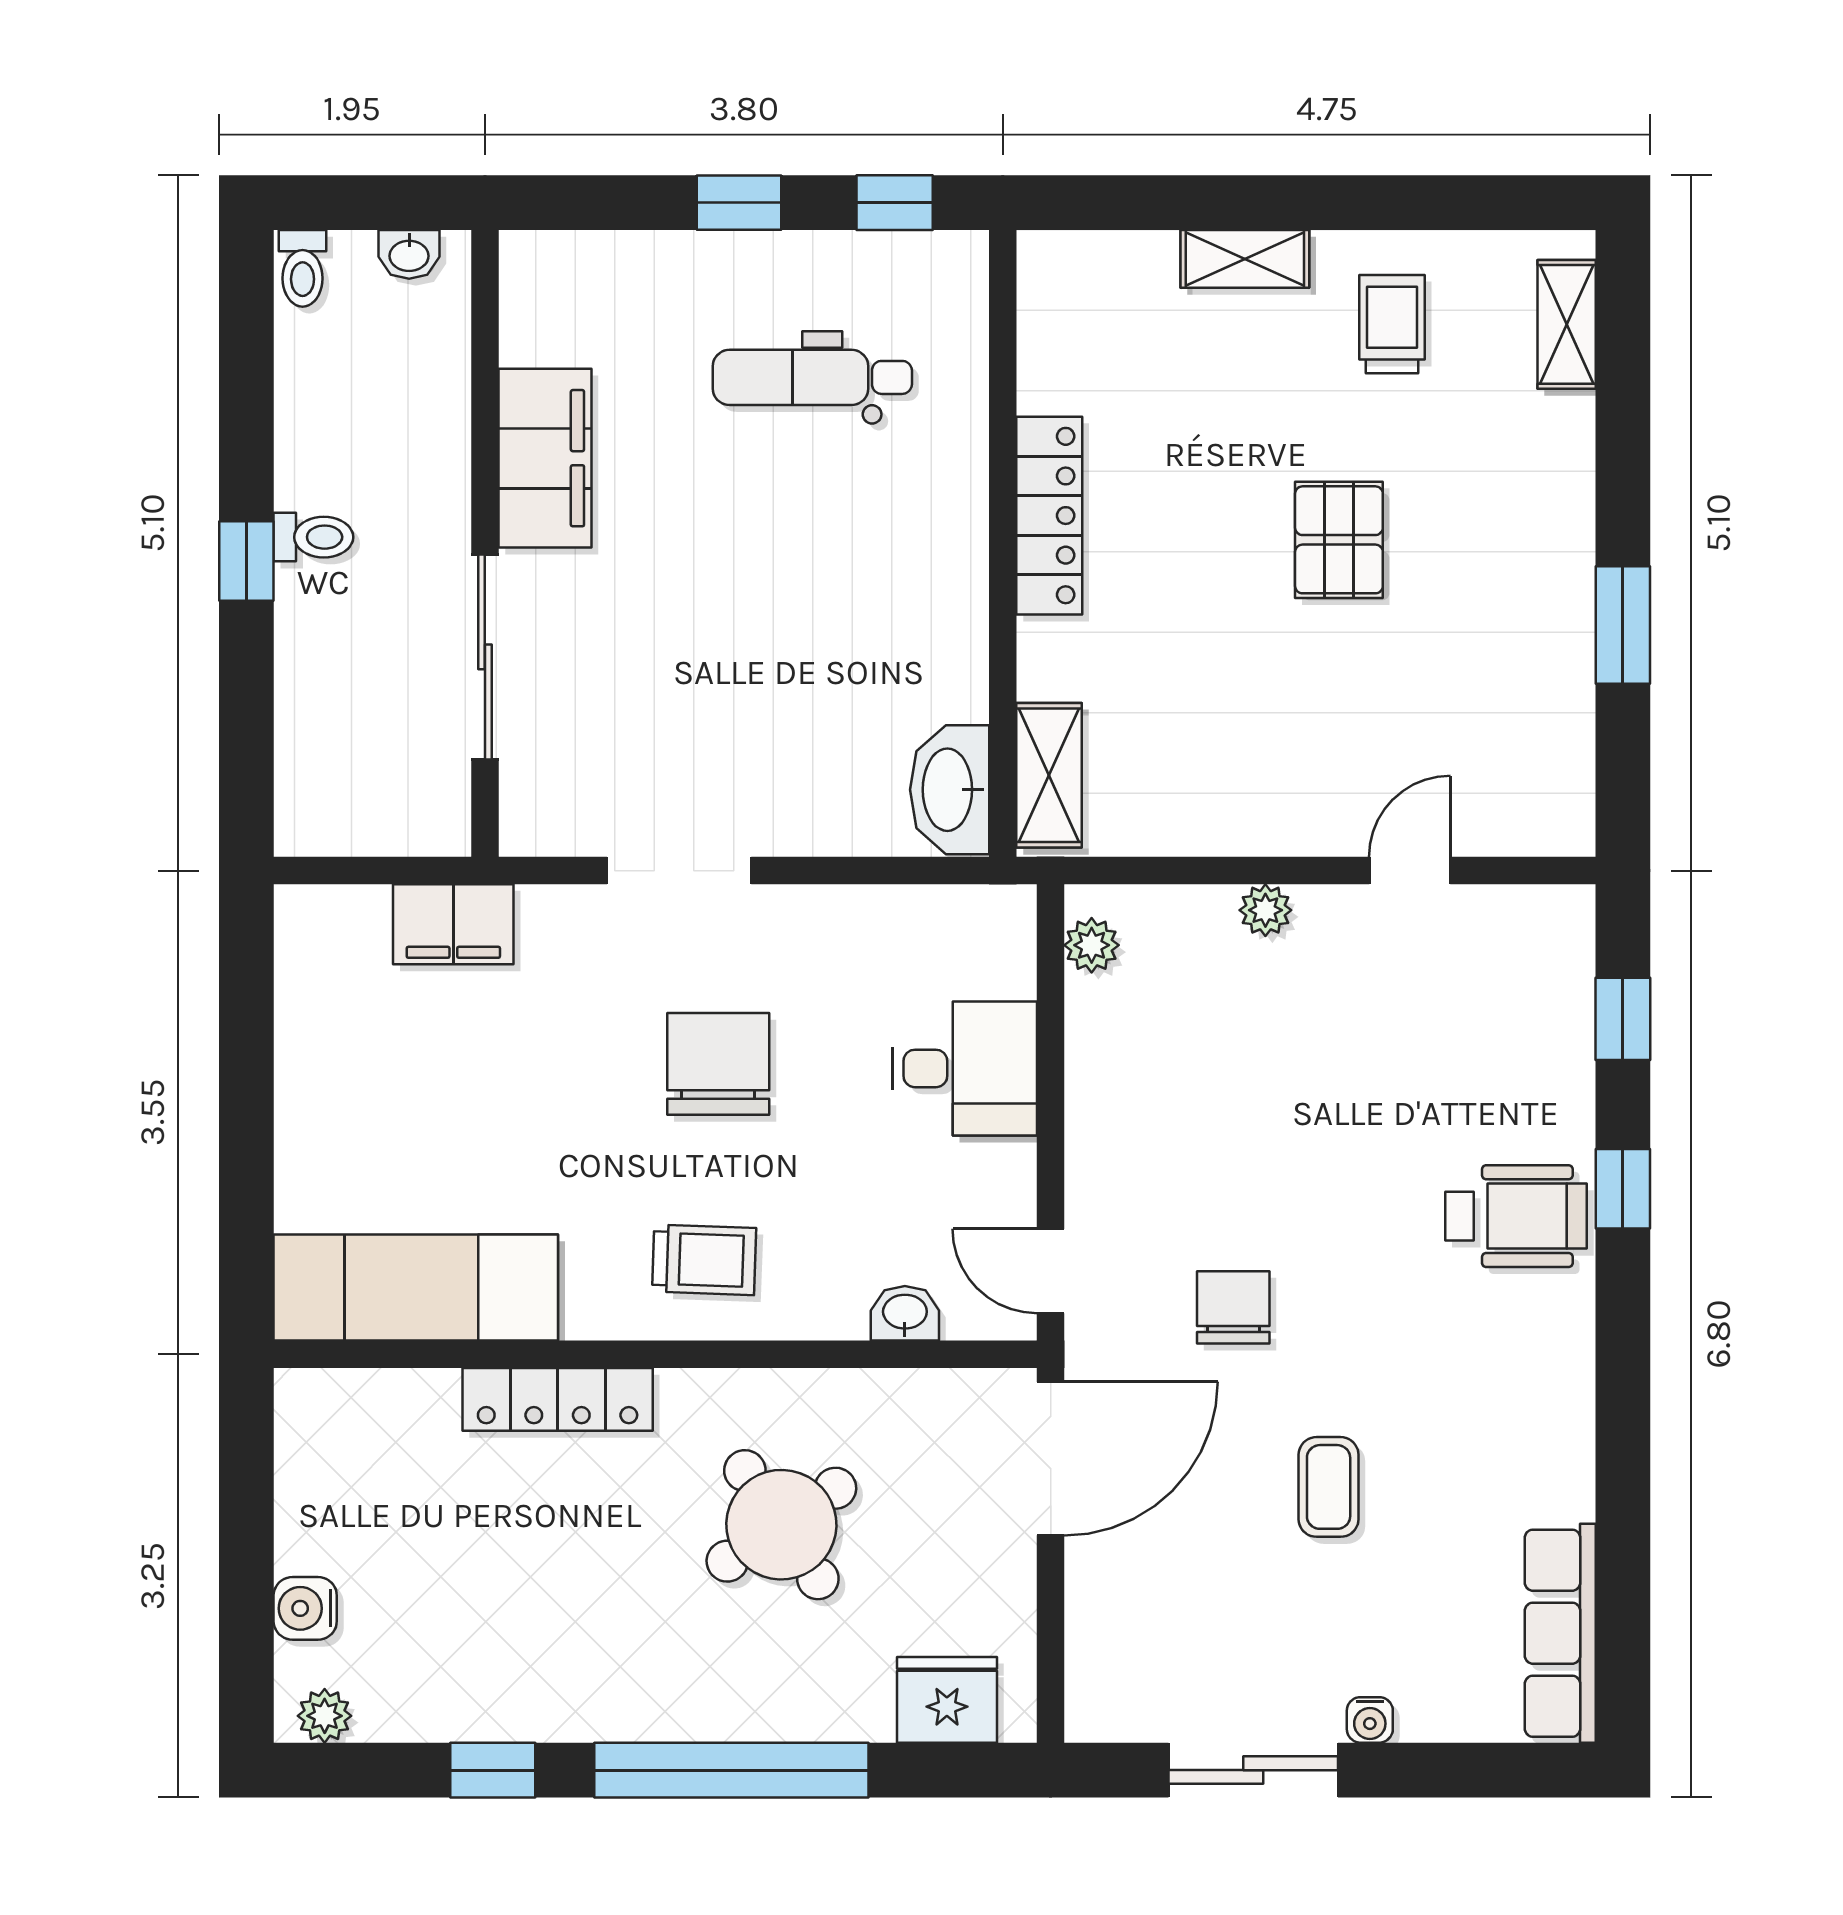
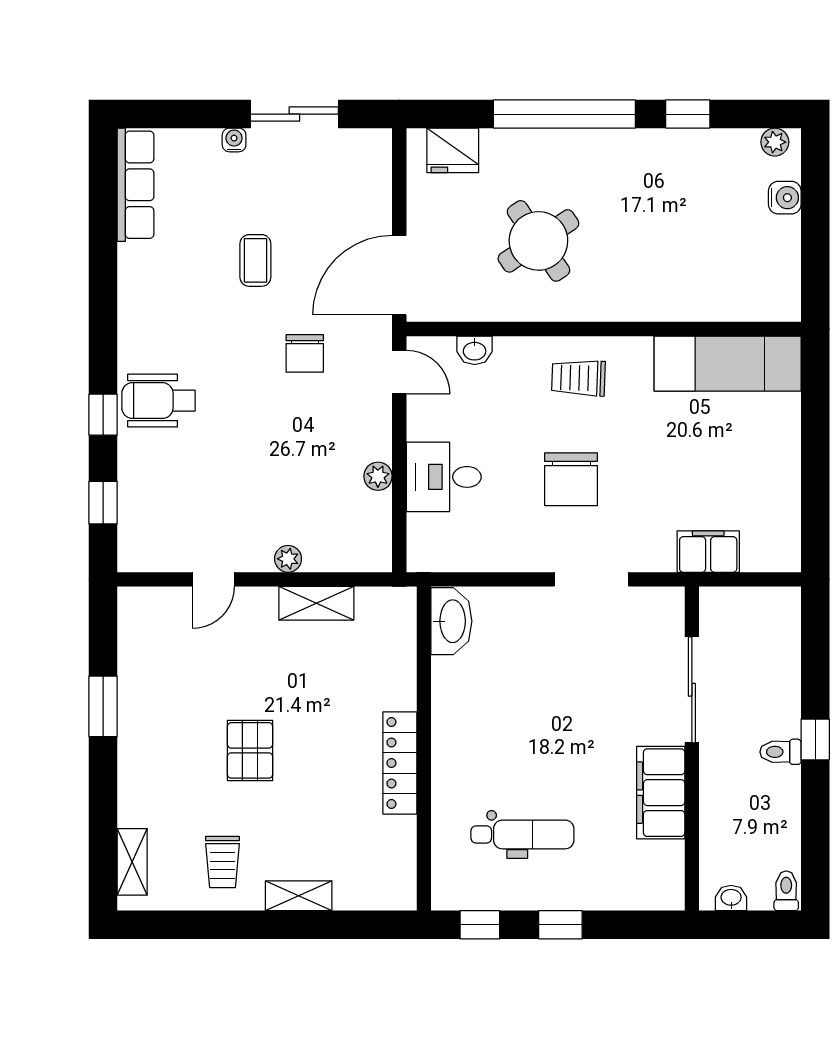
shelving: (1049, 775) -> (316, 603), moved, turned 90
plant: (1092, 945) -> (378, 476), moved
locker: (558, 1399) -> (654, 306), removed

